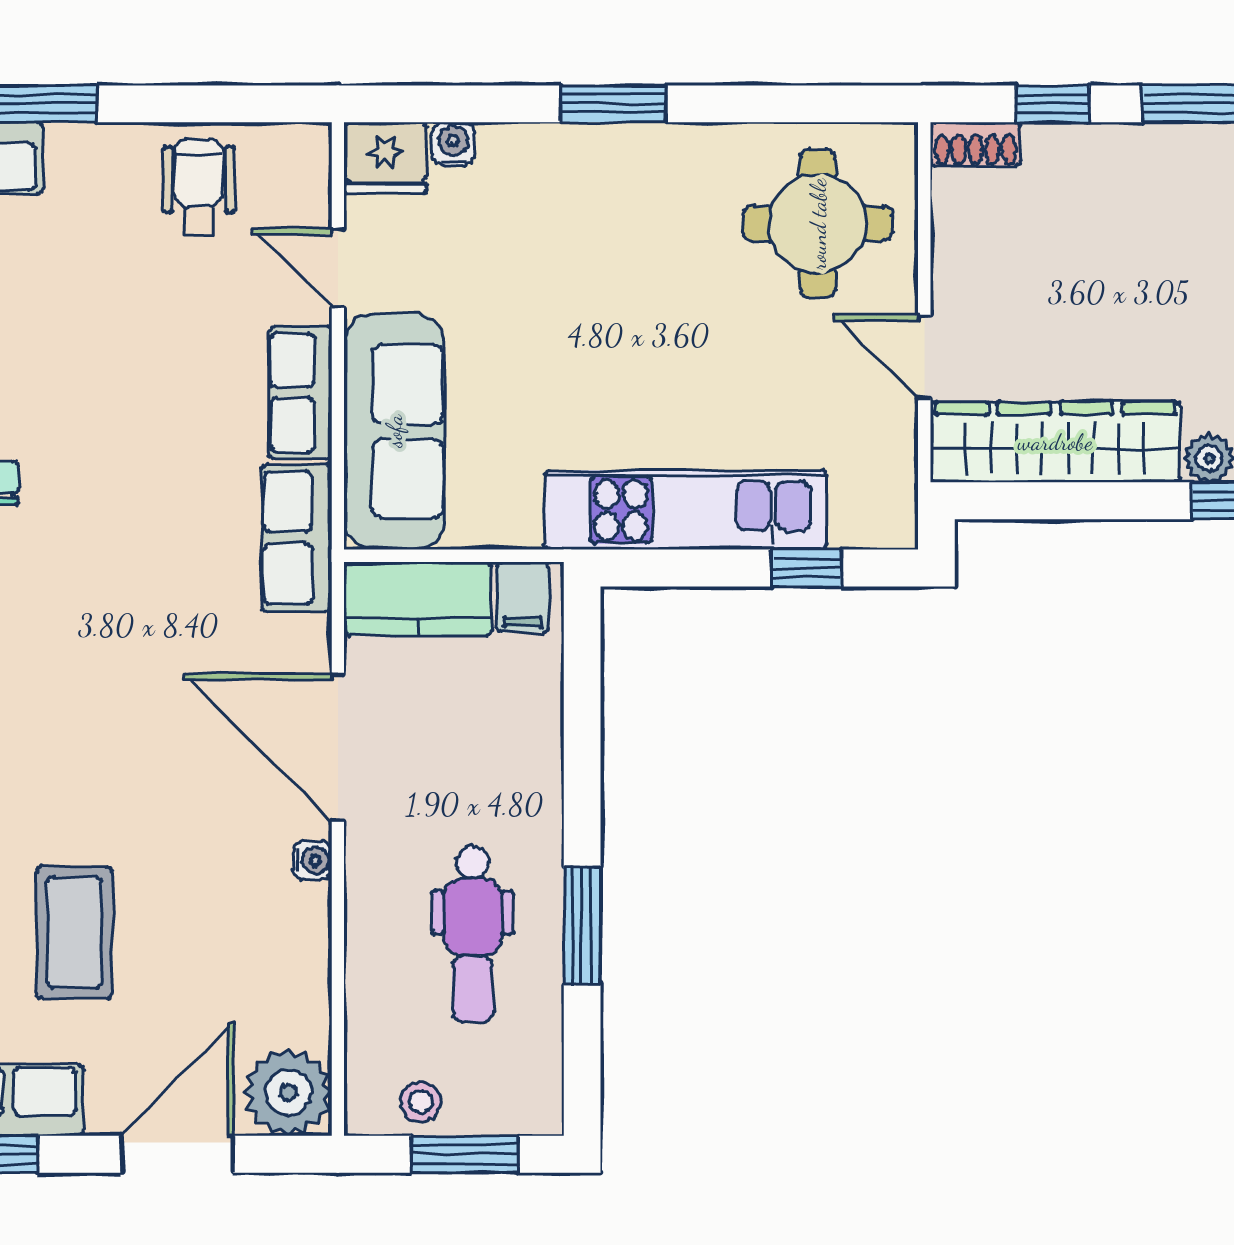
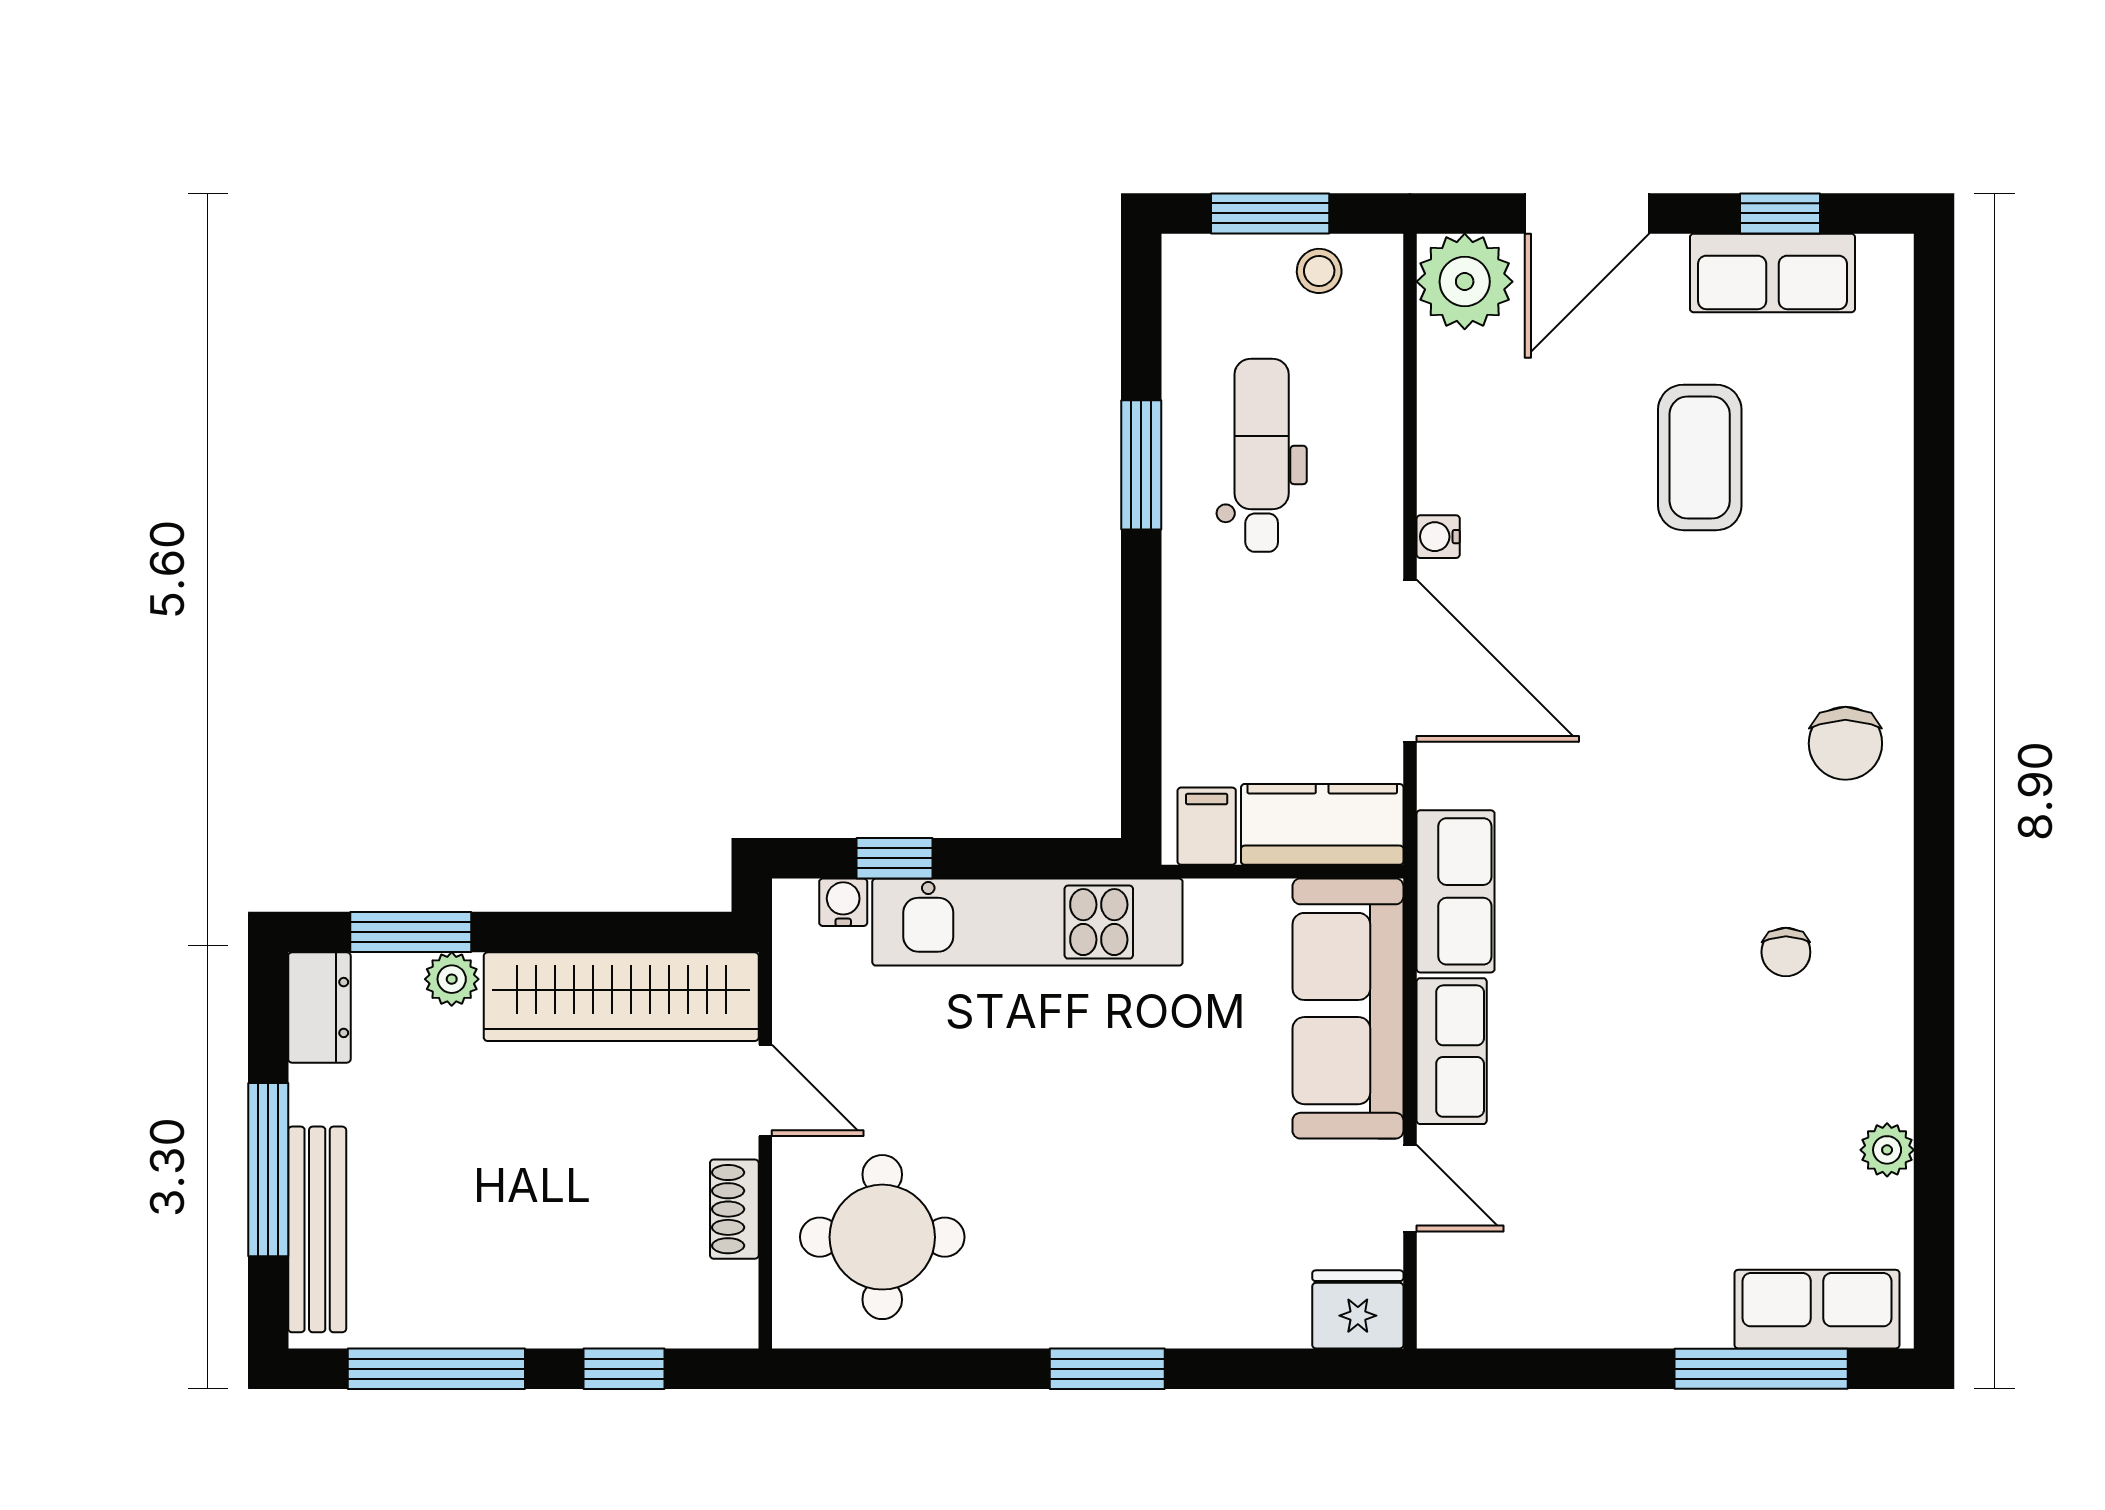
water cooler: (453, 144) -> (843, 902), moved, turned 180
shoe rack: (976, 144) -> (734, 1209), moved, turned -90
wheelchair: (199, 187) -> (1563, 1277), removed

